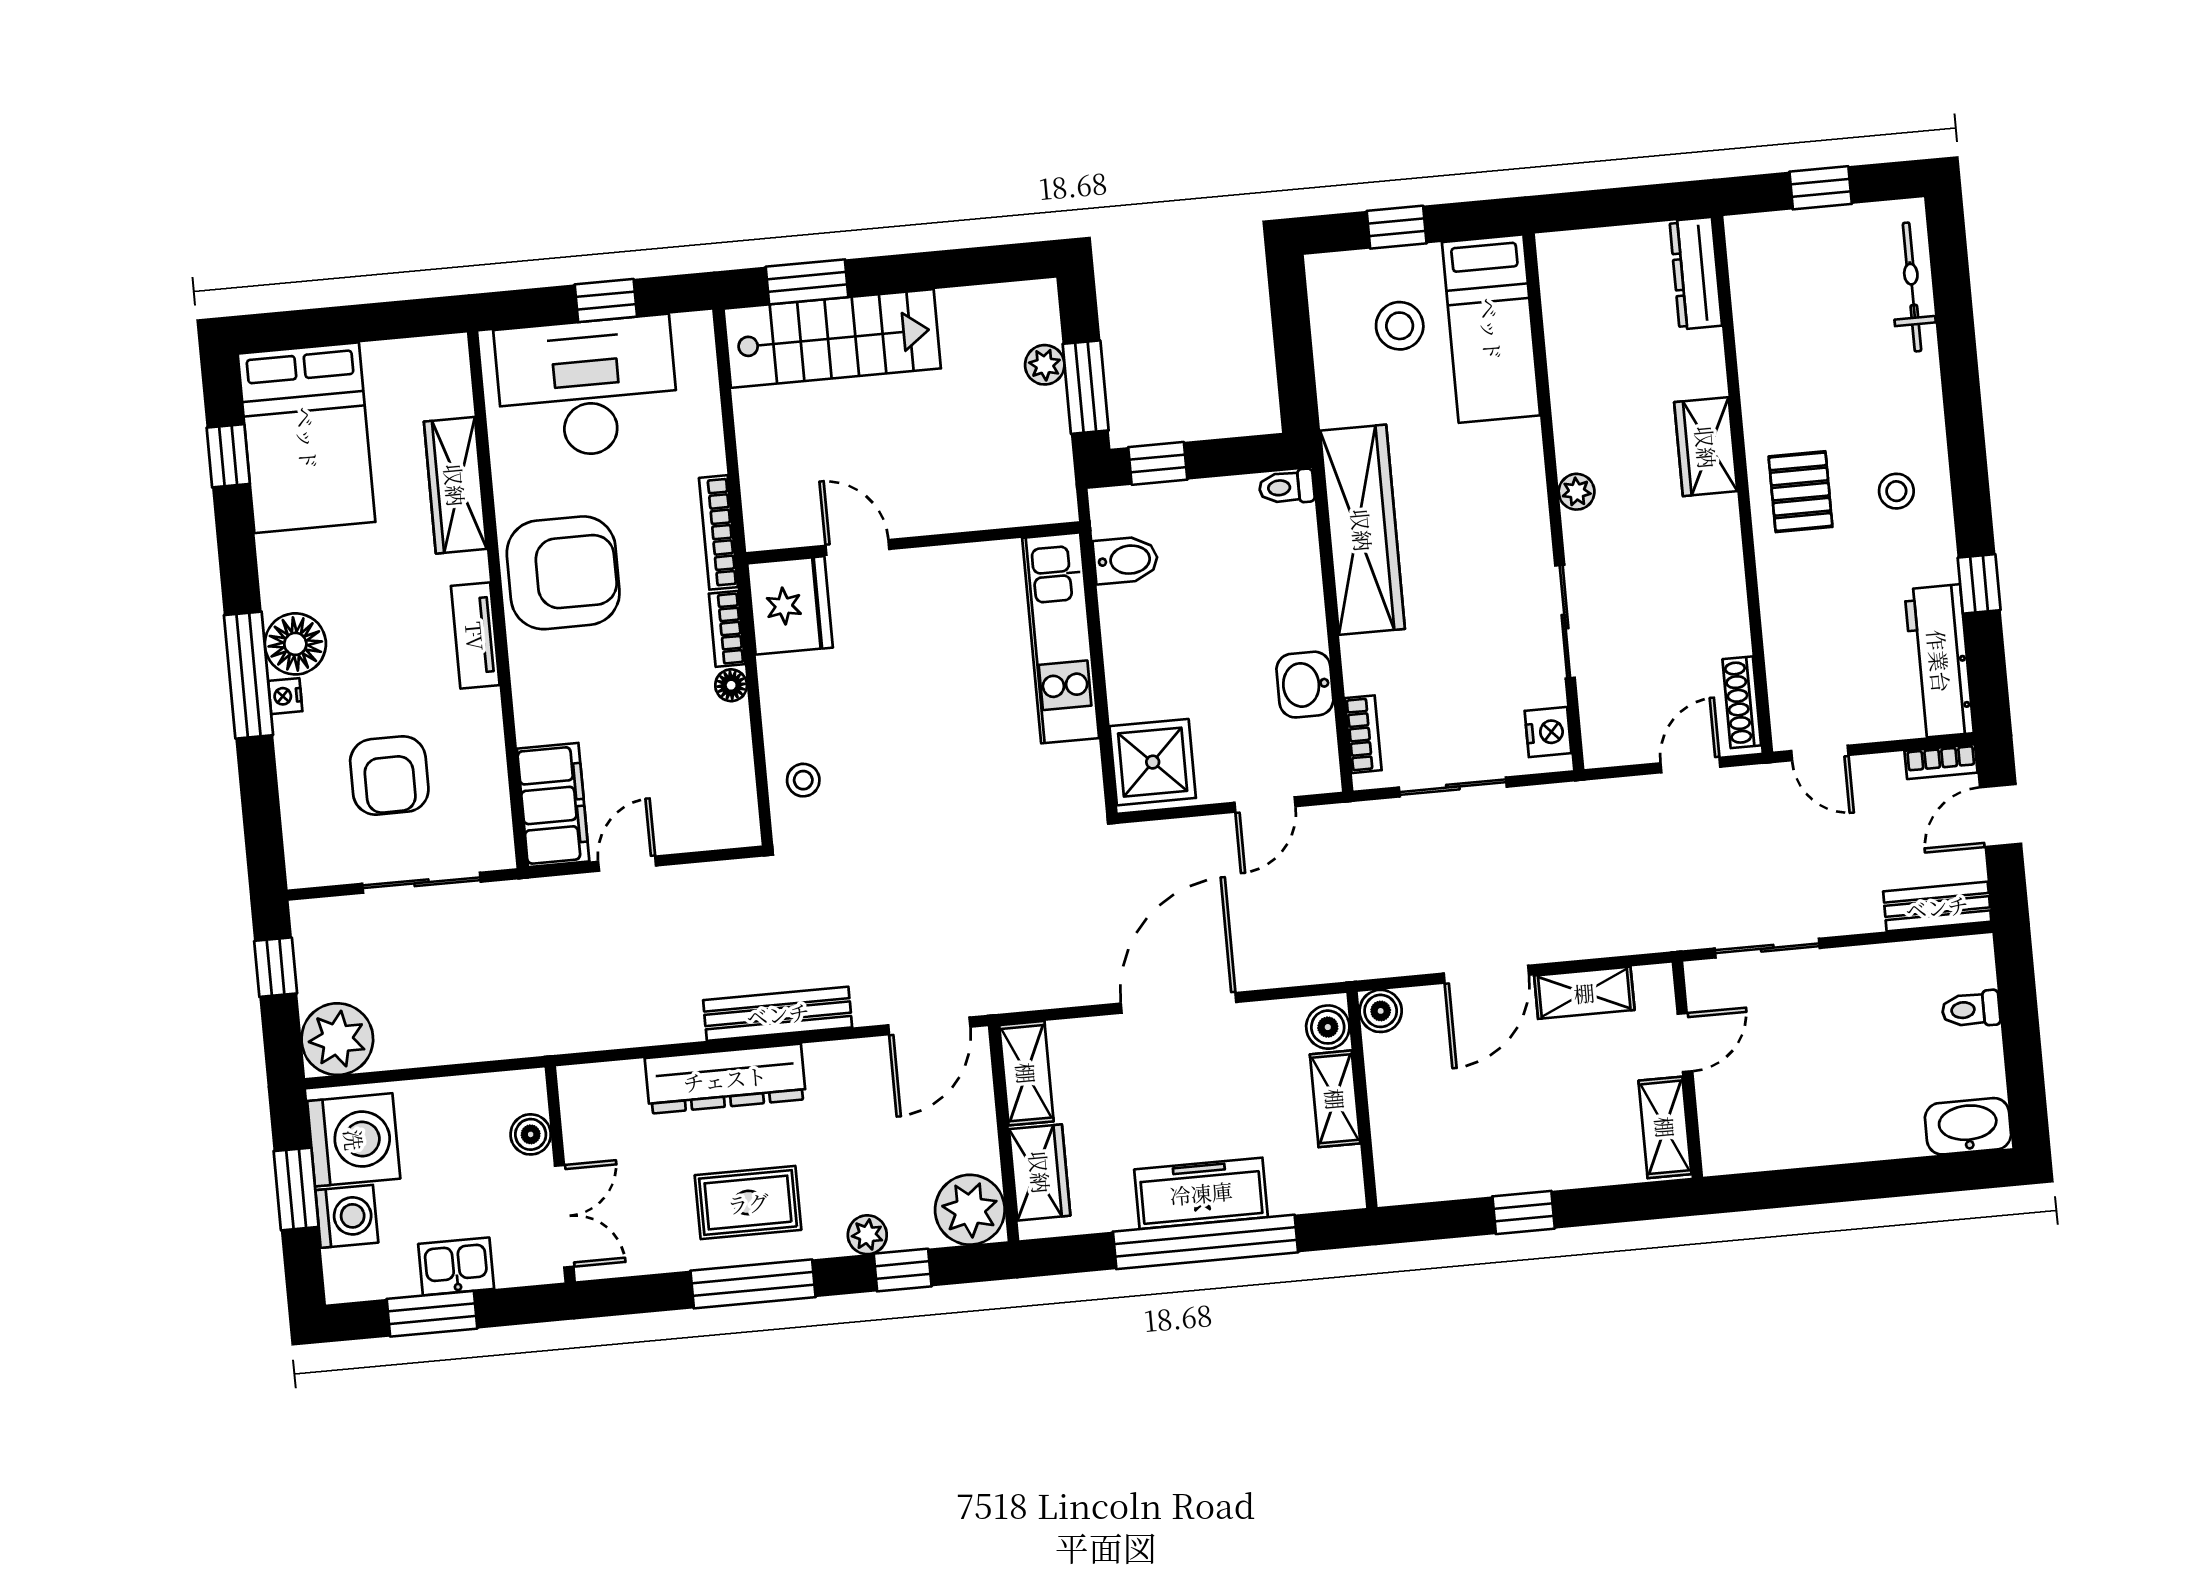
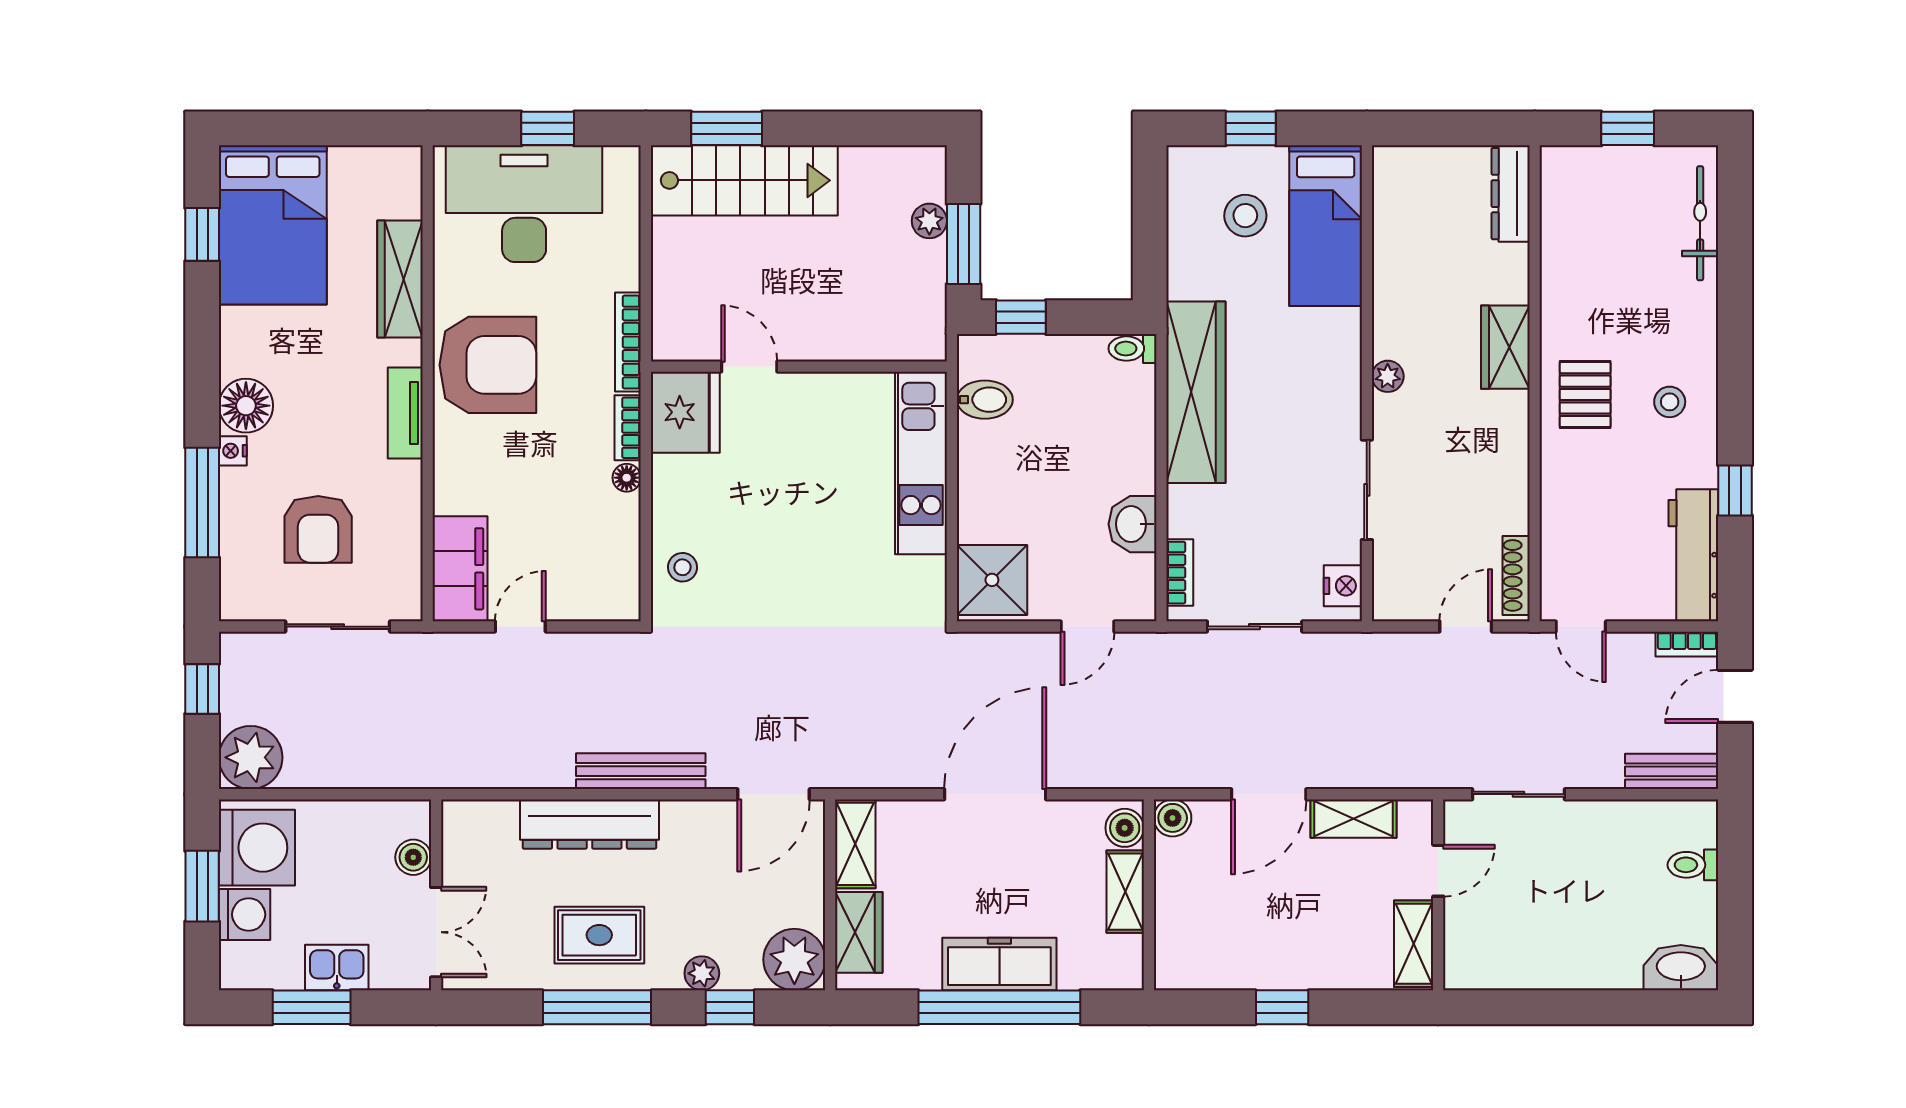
window: (248, 675) -> (202, 503), moved

